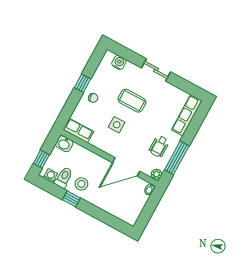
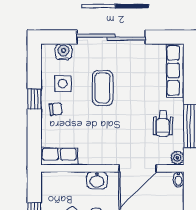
sliding door: (156, 70) -> (111, 37), width x1.86
coffee table: (132, 101) -> (103, 88), turned 90
side table: (117, 125) -> (63, 84), moved
washbasin: (64, 144) -> (97, 180), moved

